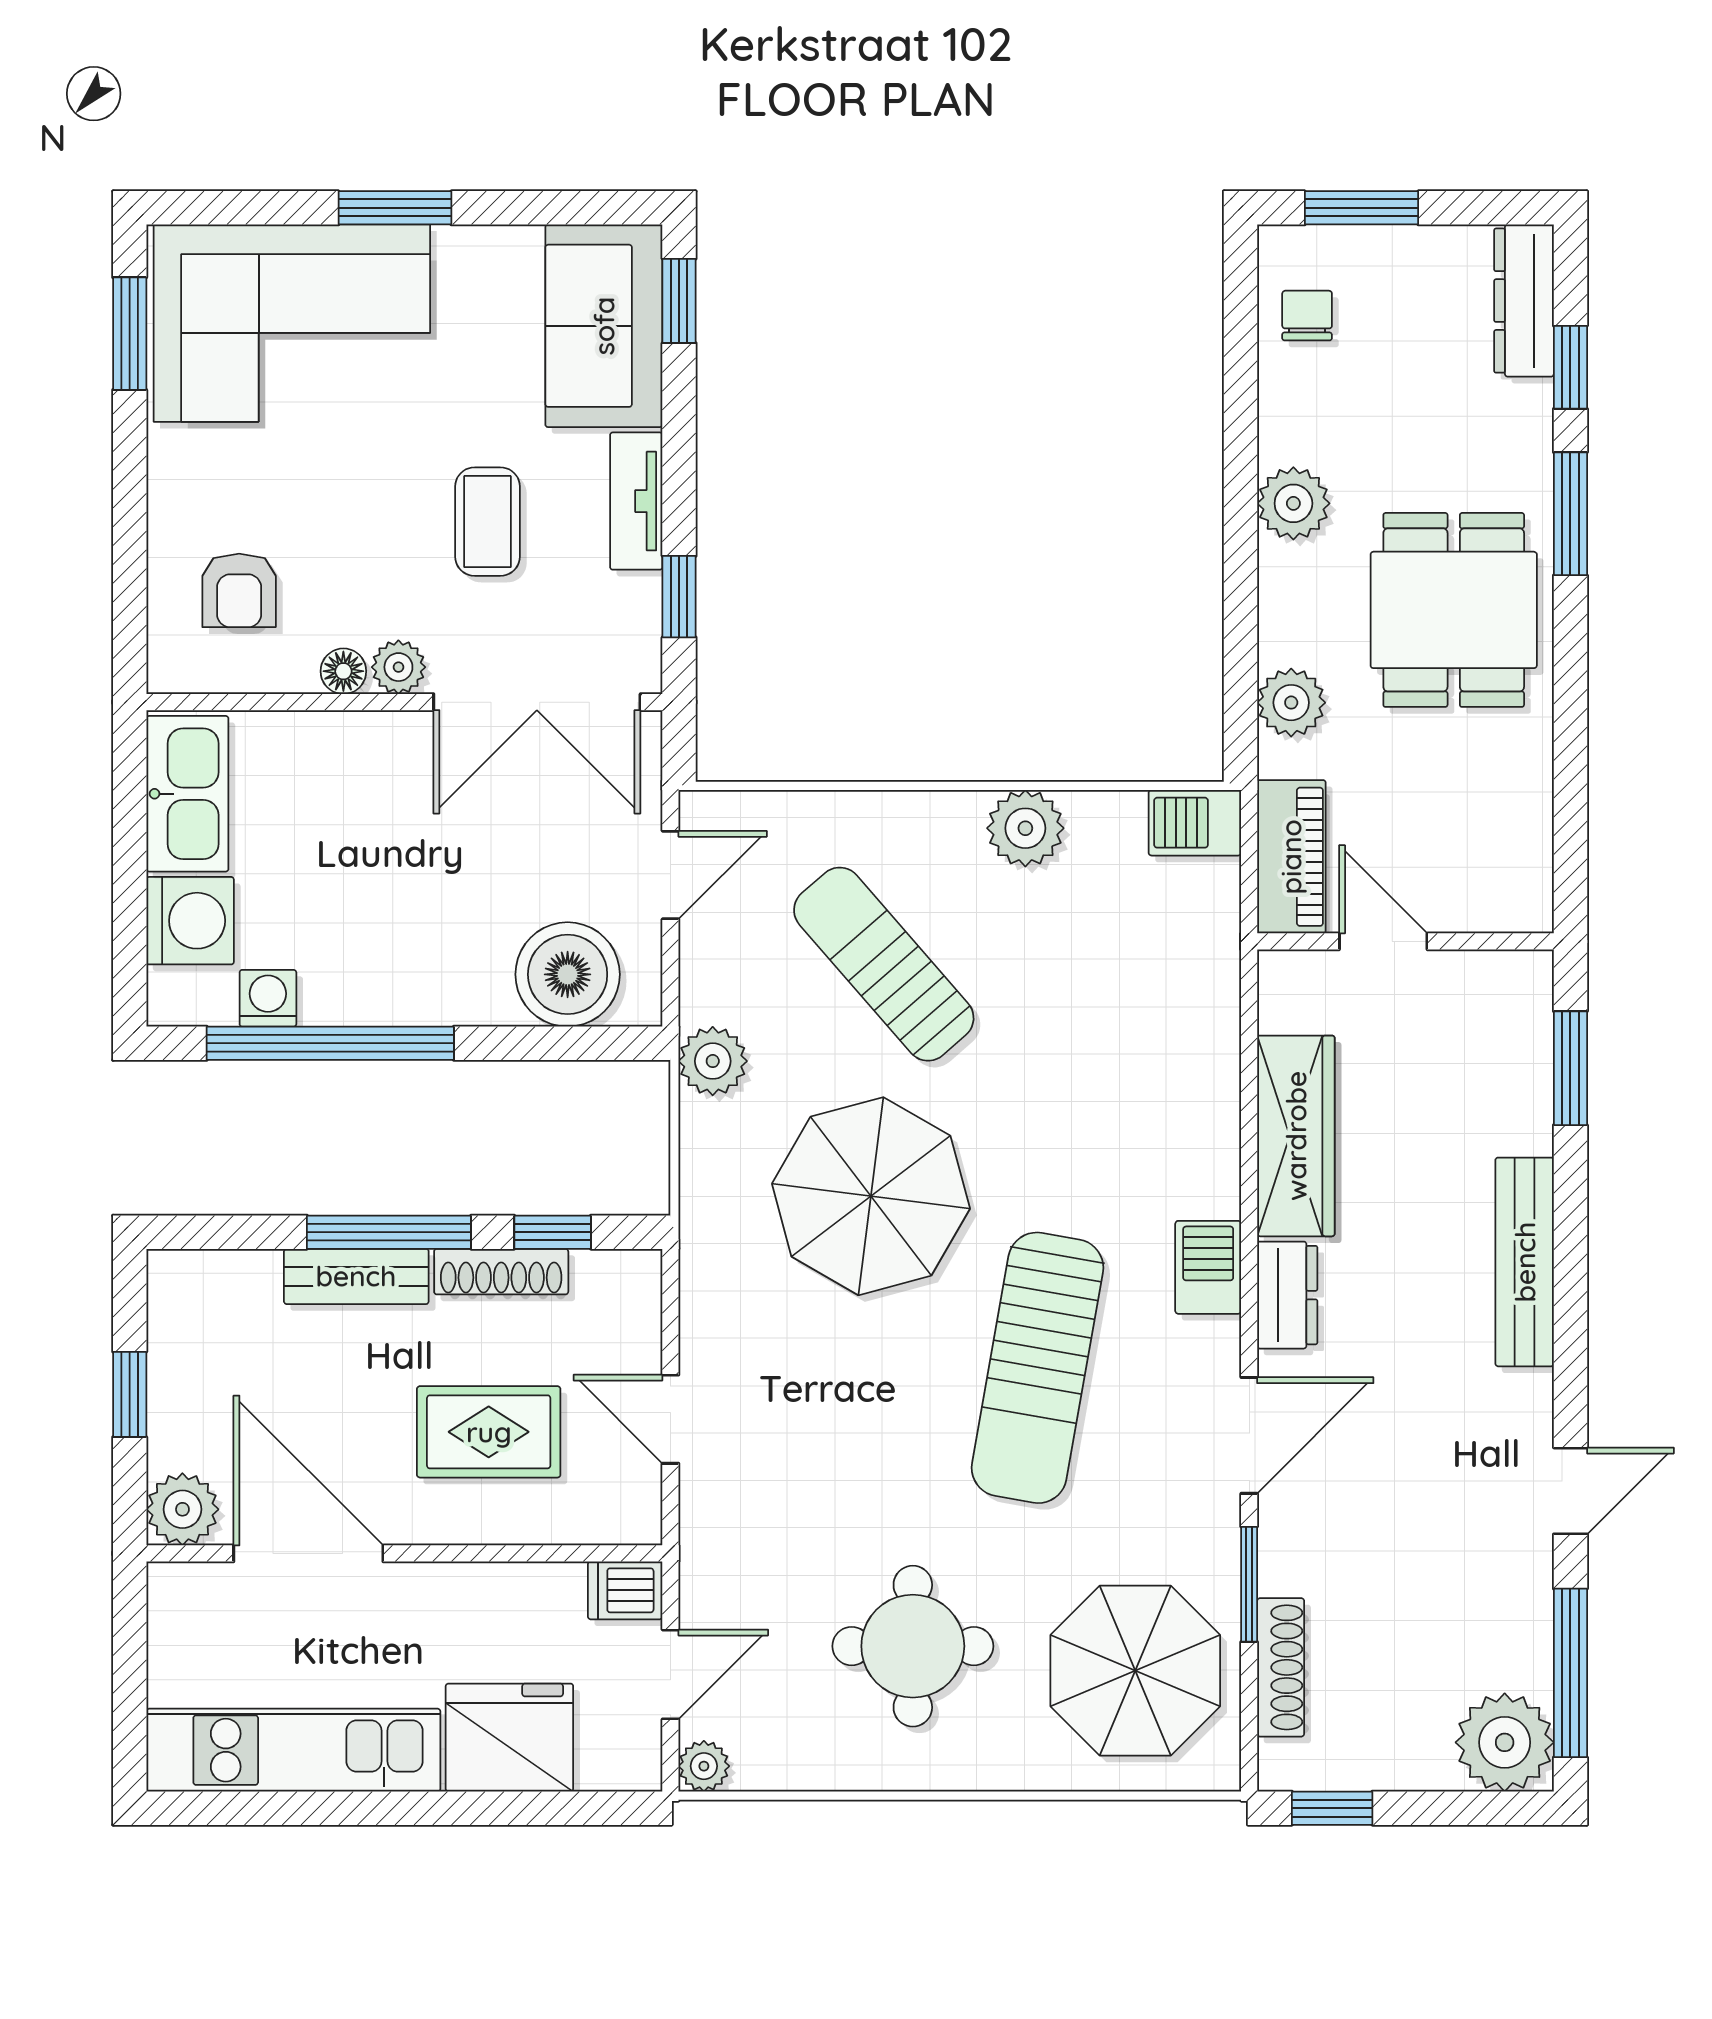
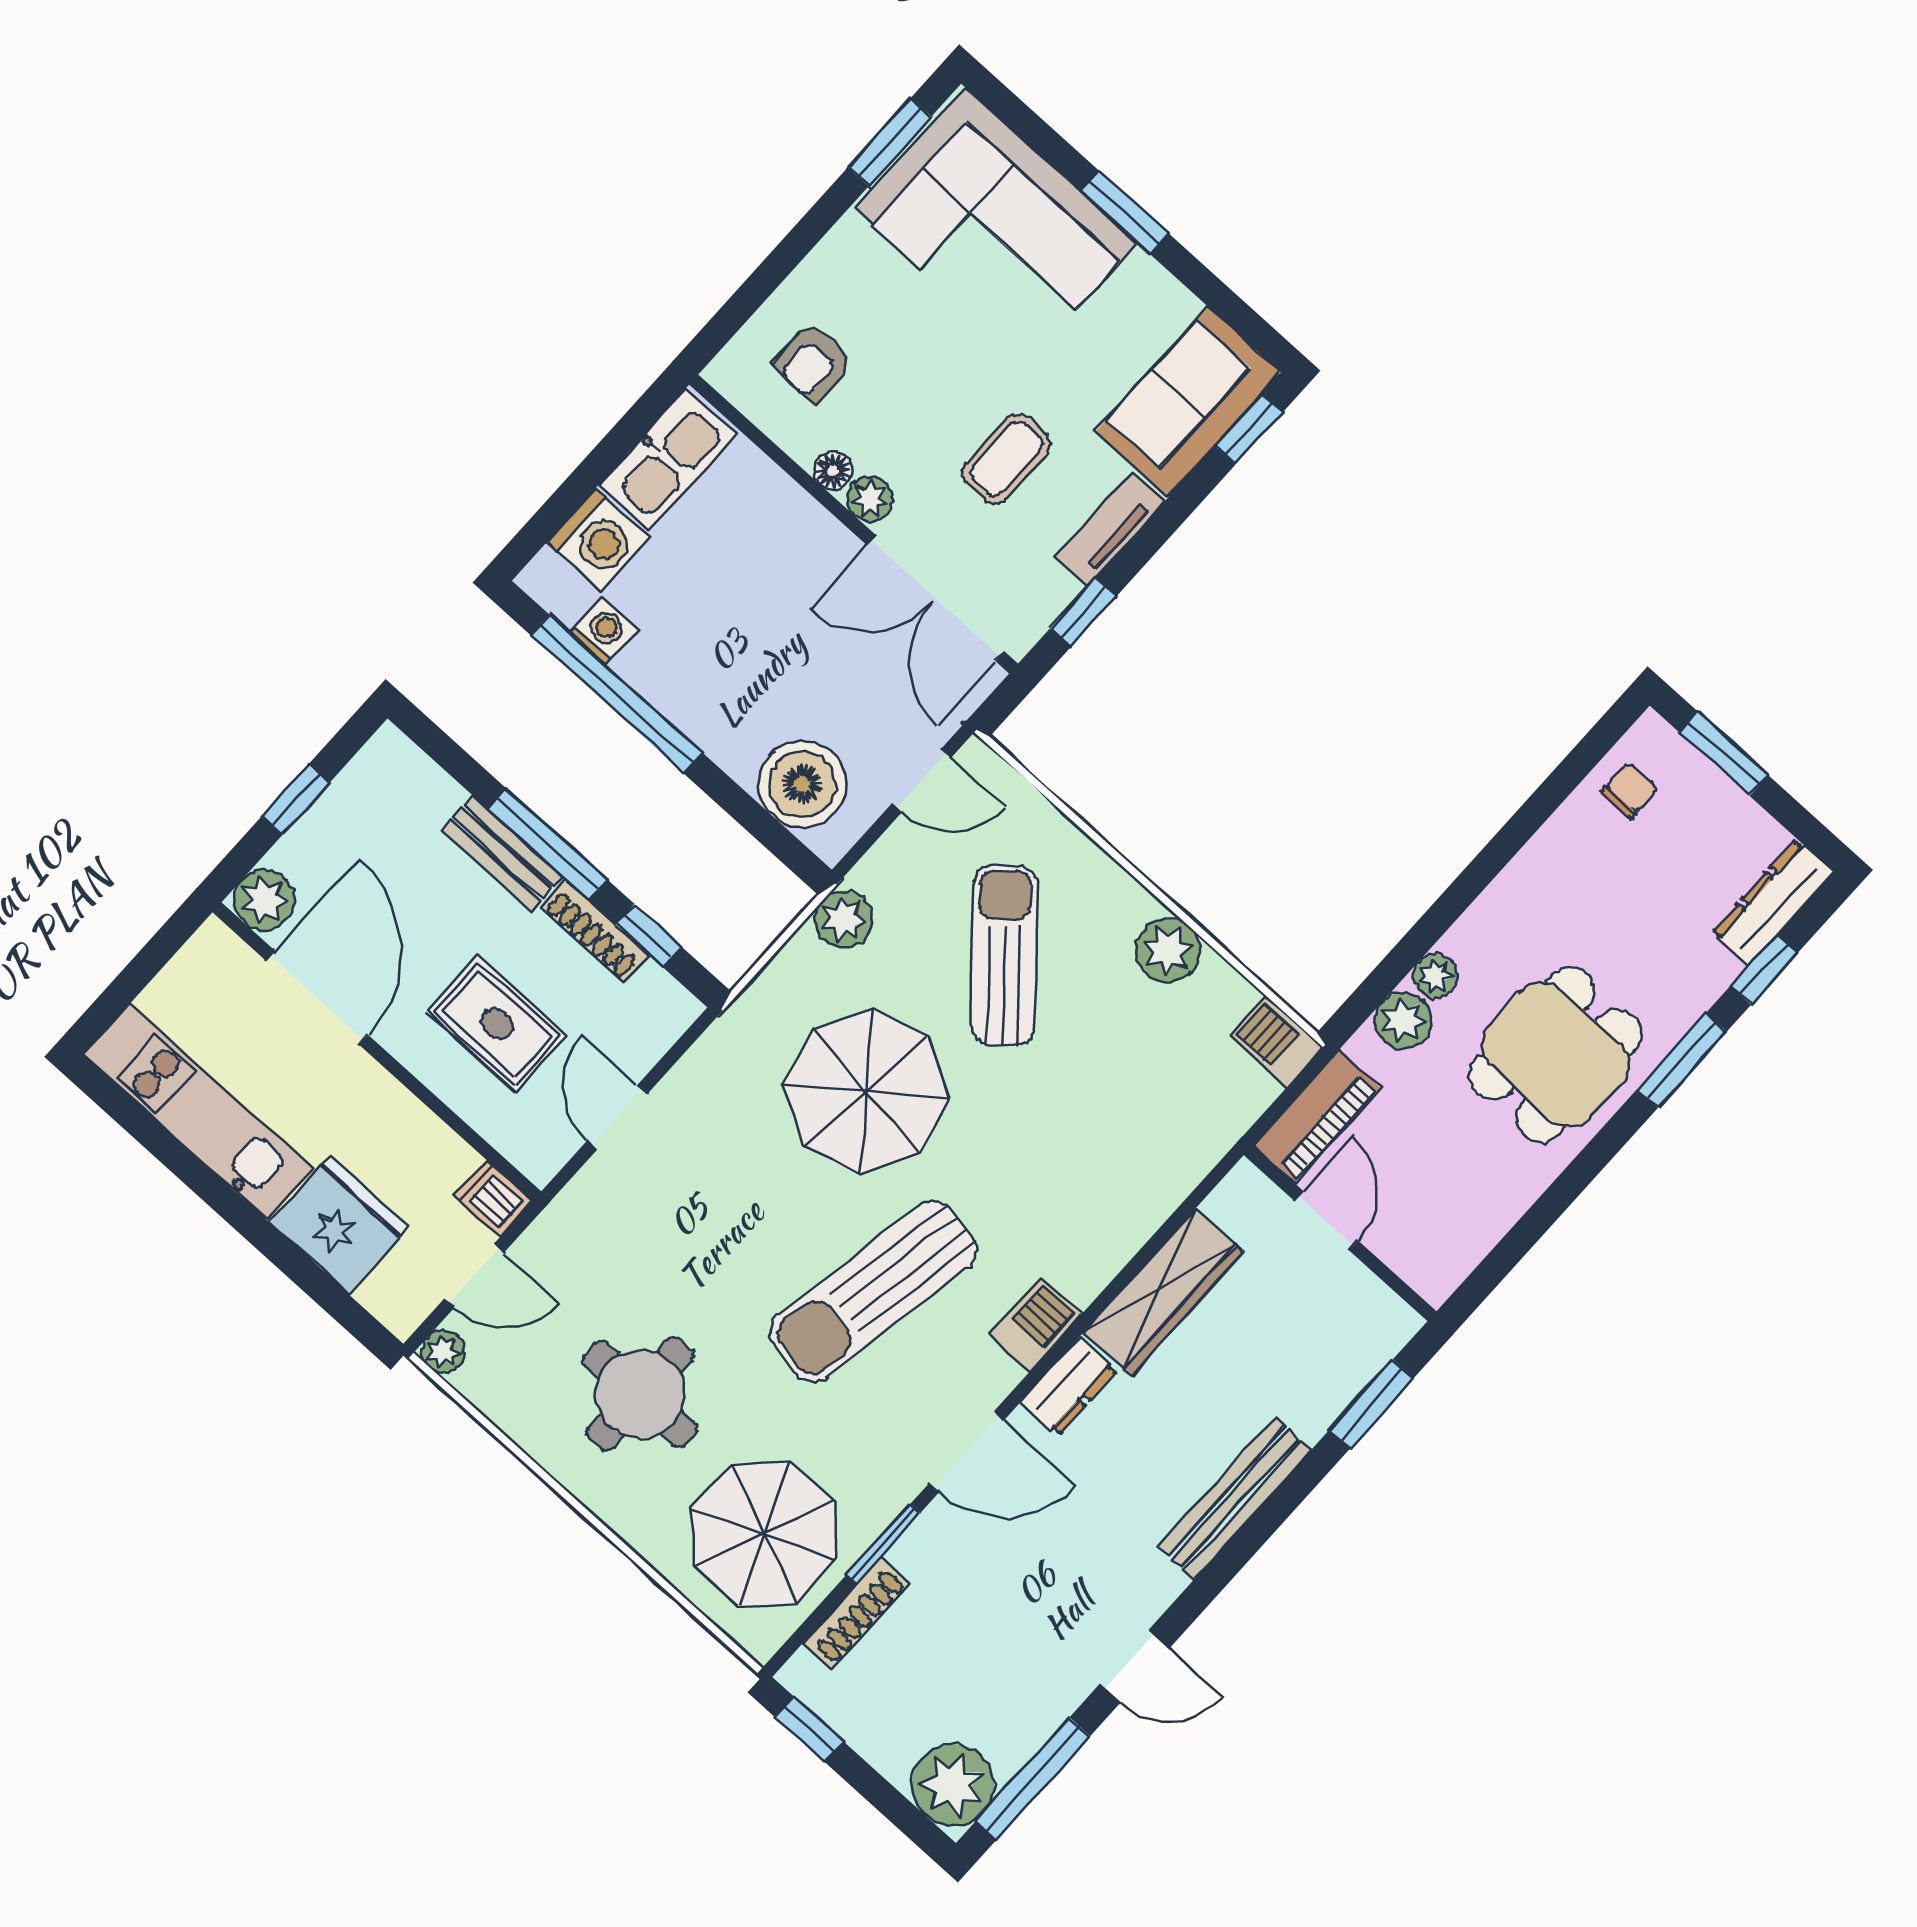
plant: (1293, 503) -> (1435, 976), moved, width x0.73, depth x0.73

